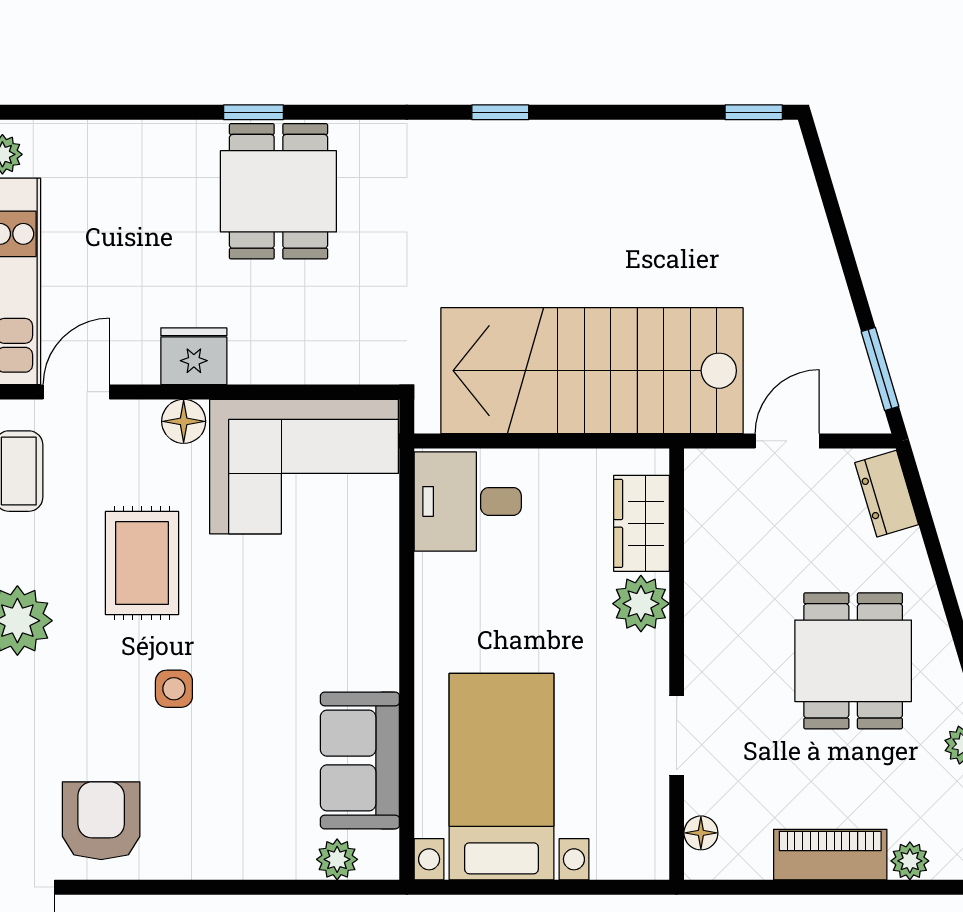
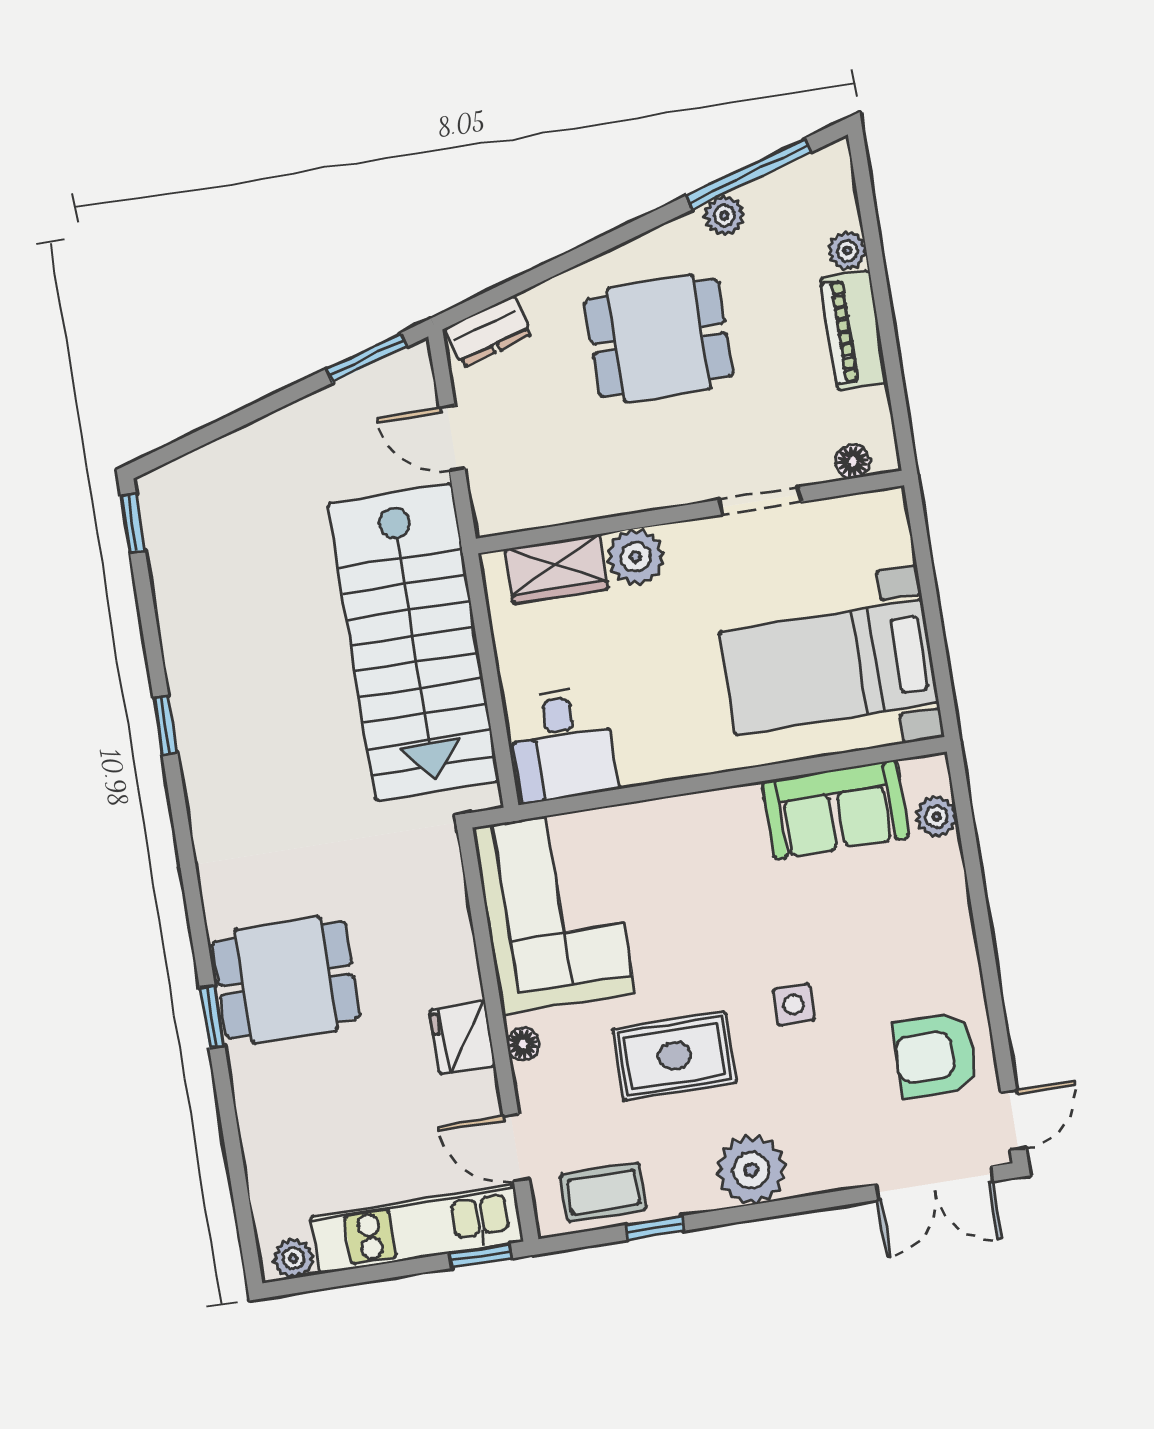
window: (500, 112) -> (165, 725), moved
floor lamp: (184, 421) -> (523, 1044), width x0.73, depth x0.73

